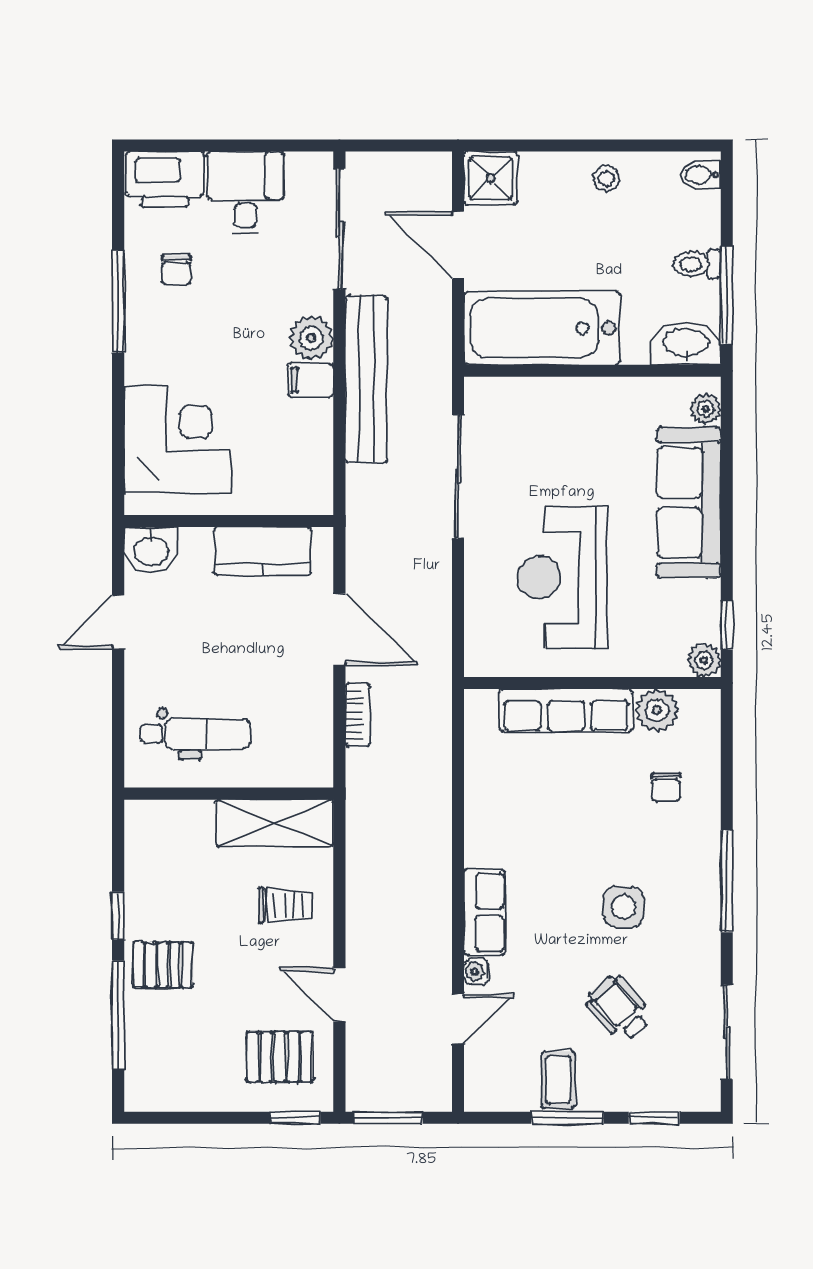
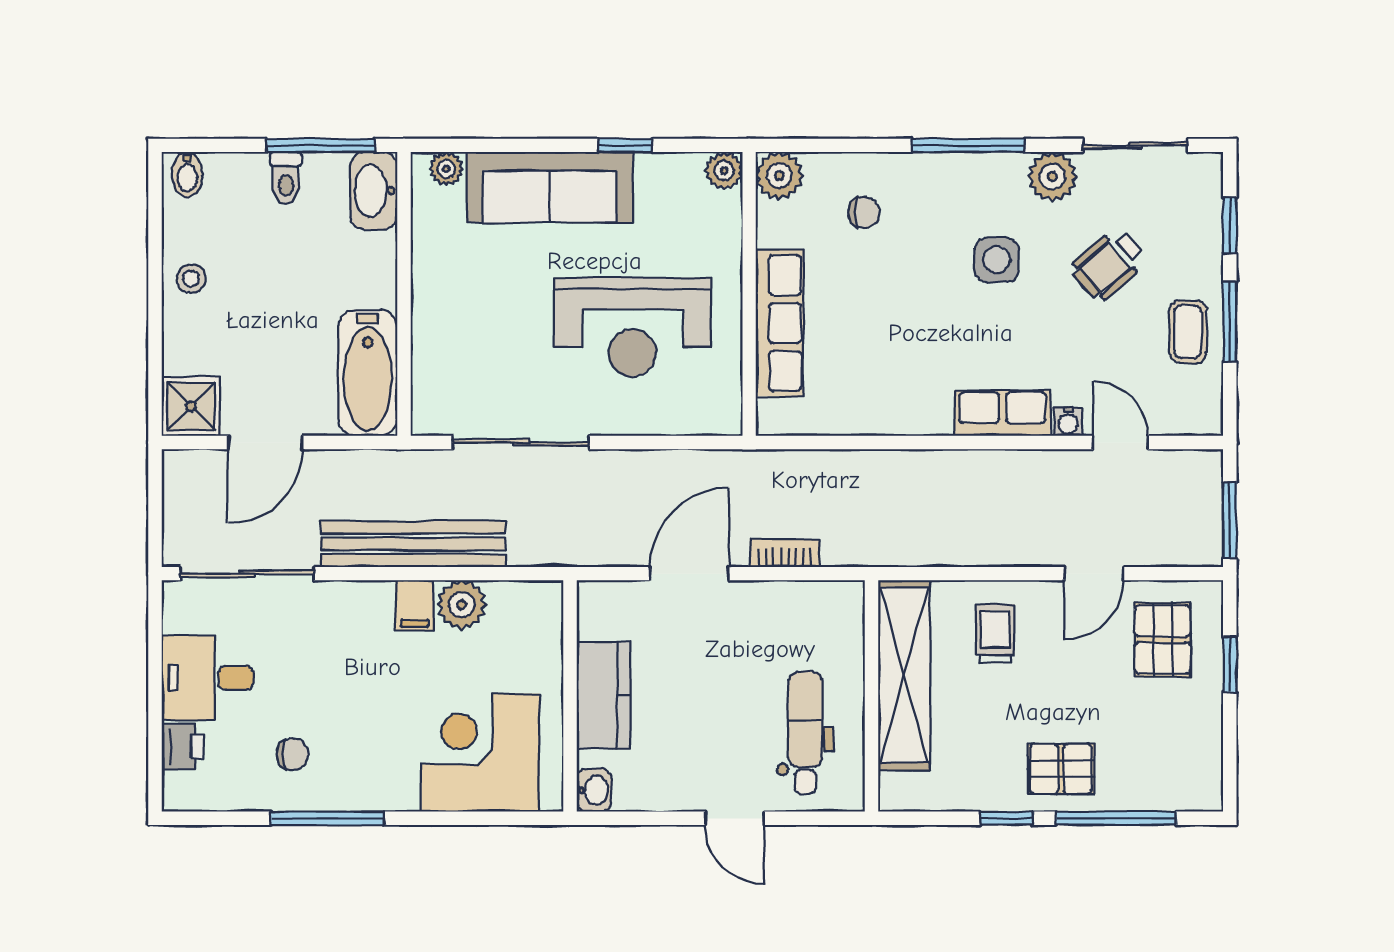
printer: (165, 179) -> (182, 747), width x0.53, depth x0.68
bathtub: (542, 328) -> (368, 373), width x0.73, depth x0.73
plant: (311, 338) -> (462, 605), moved
washbasin: (151, 550) -> (594, 790), width x0.72, depth x0.69
kitchen counter: (263, 551) -> (603, 695), moved
door: (118, 622) -> (734, 818), moved
window: (727, 625) -> (625, 145), moved
plant: (657, 710) -> (779, 176), moved
shelving: (275, 823) -> (904, 675), width x1.47
plant: (699, 957) -> (1052, 177), added
pallet: (163, 965) -> (1061, 769), turned 90
coffee table: (558, 1080) -> (1188, 332), turned 90
window: (295, 1118) -> (1230, 664), moved

